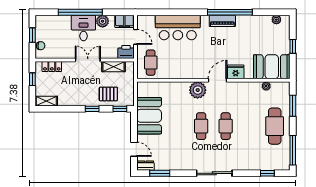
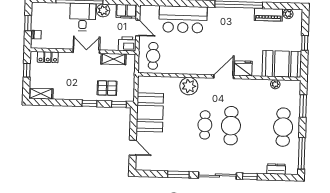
piano: (222, 21) -> (268, 15), moved
plant: (198, 90) -> (189, 86), moved
cafe table: (226, 126) -> (231, 126), width x1.37, depth x1.35
dresser: (145, 166) -> (276, 169), moved
window: (160, 173) -> (178, 174), moved
window: (267, 173) -> (250, 176), moved

